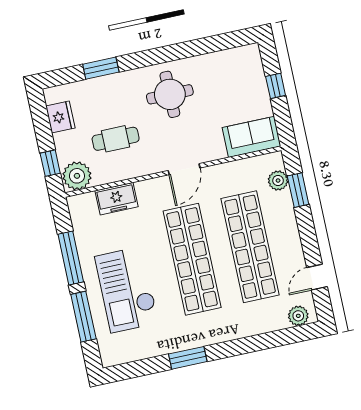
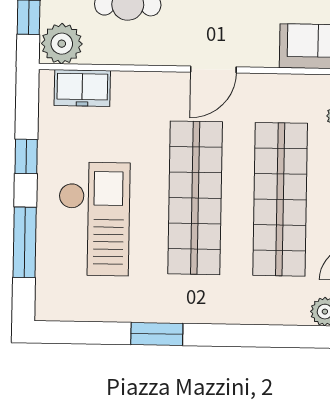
freezer: (117, 199) -> (82, 88), moved
window: (71, 258) -> (26, 156), width x0.46
checkout: (127, 290) -> (94, 219), turned 180

